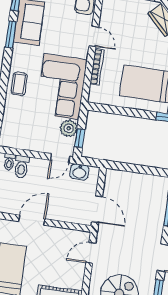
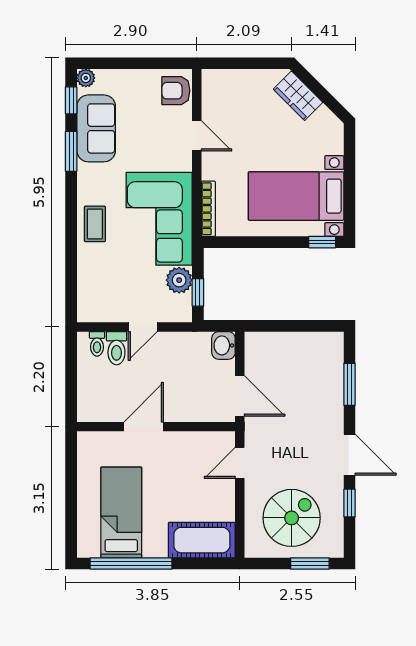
bookcase: (97, 67) -> (208, 209), moved
door: (60, 158) -> (143, 327), moved
washbasin: (79, 172) -> (223, 345), moved, turned 90

